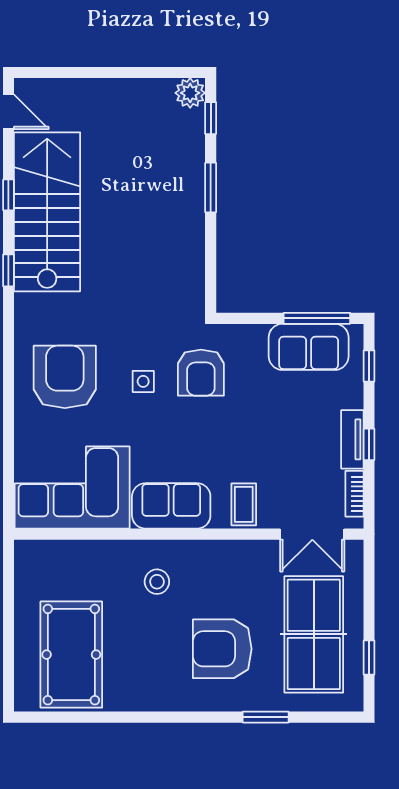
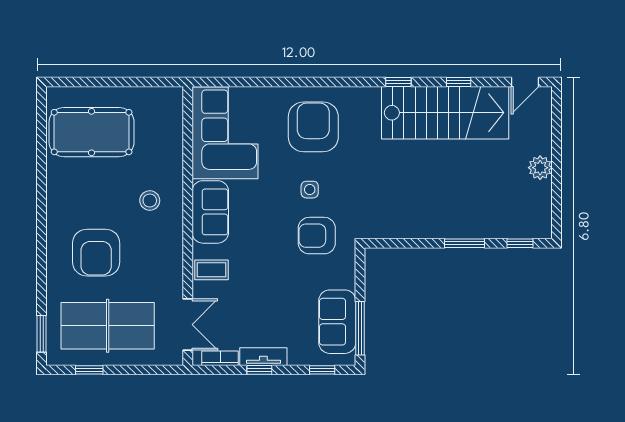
plant: (190, 93) -> (540, 168), moved
armchair: (65, 377) -> (313, 127), turned -90
double door: (312, 534) -> (188, 325), swing flipped
armchair: (222, 649) -> (96, 253), turned 180
window: (266, 717) -> (42, 334), moved

